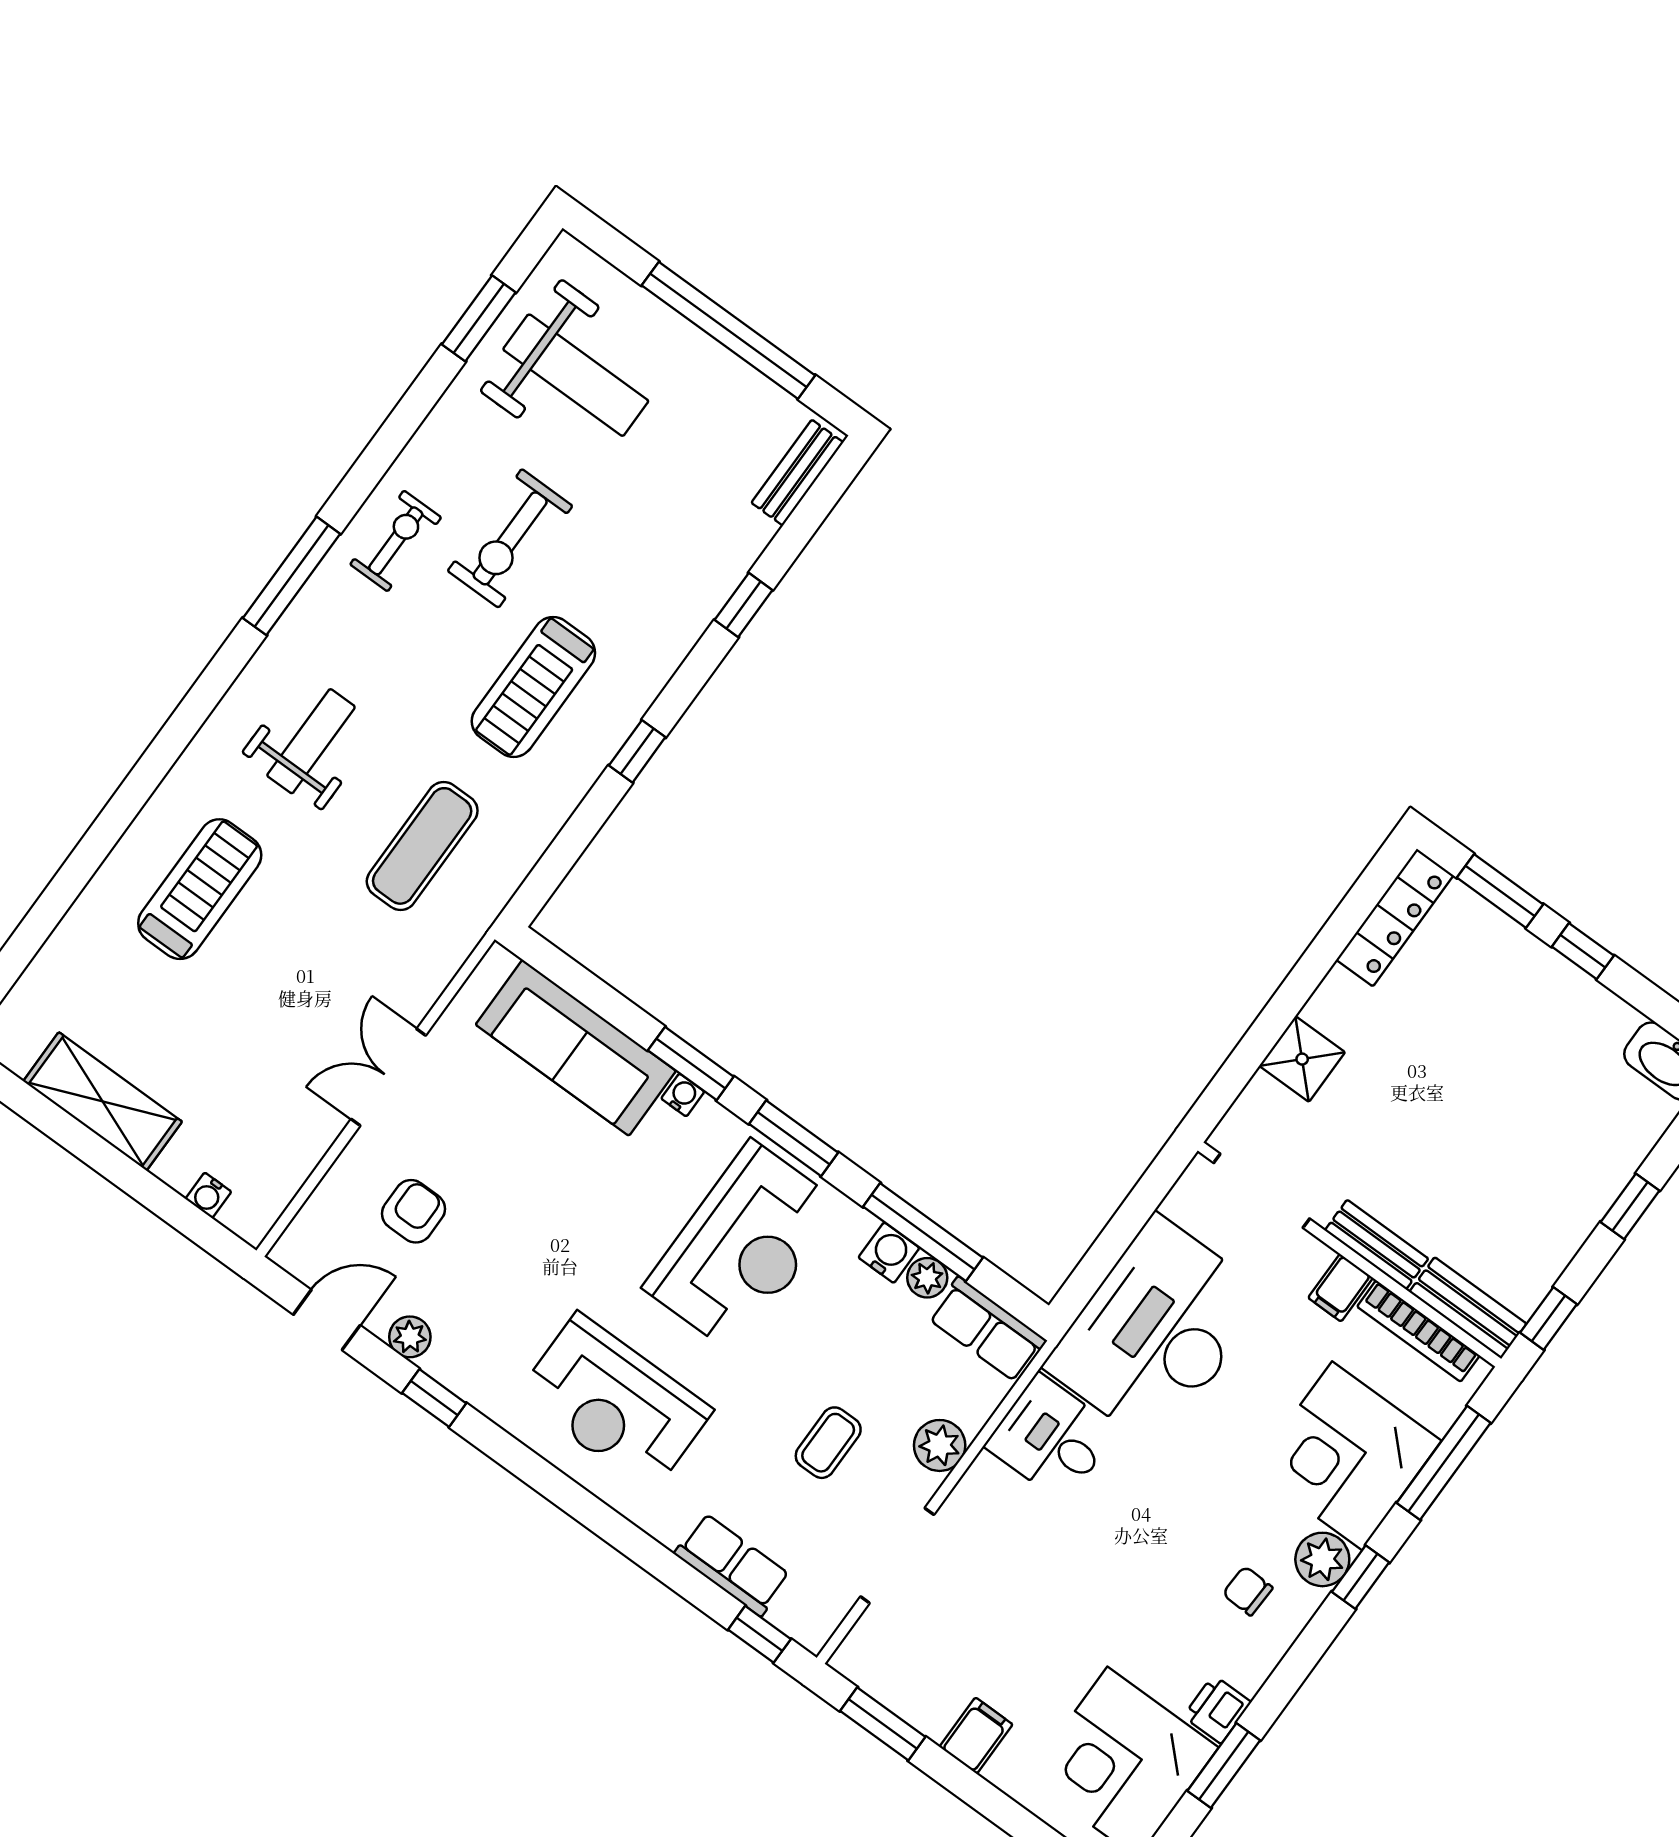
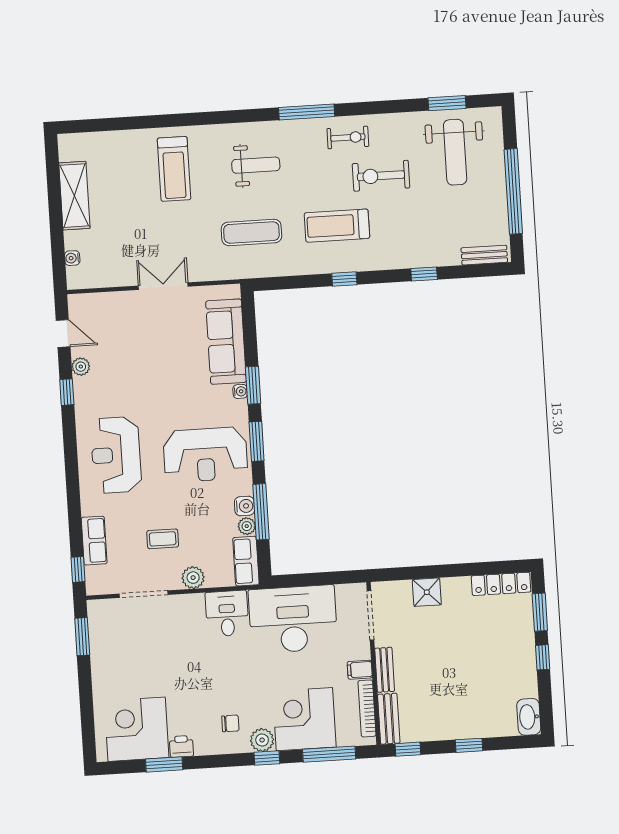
treadmill: (200, 889) -> (174, 169), turned 90
armchair: (413, 1211) -> (125, 332), removed
chair: (1248, 1591) -> (230, 723), turned 88
filing cabinet: (976, 1736) -> (105, 672), removed

